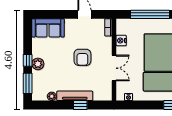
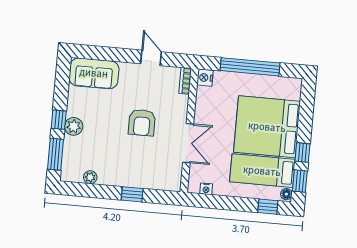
nightstand: (121, 40) -> (205, 78), moved
tv unit: (75, 96) -> (125, 180), removed

